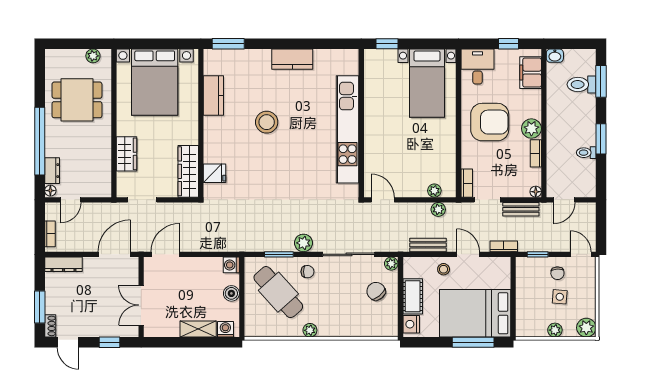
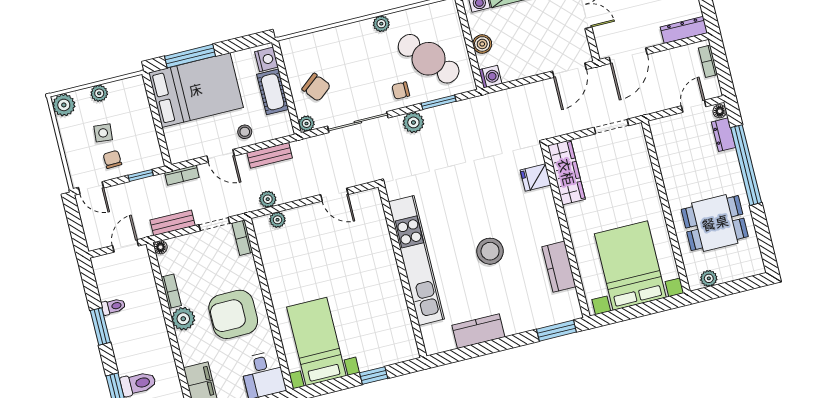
wall: (361, 123) -> (402, 272), moved
kitchen unit: (348, 129) -> (416, 260), moved
wardrobe: (126, 154) -> (643, 175), removed

